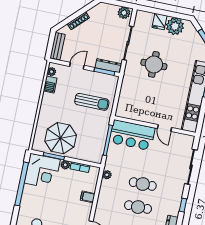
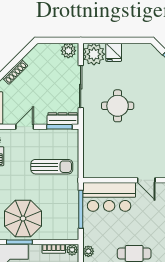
plant: (175, 26) -> (94, 54), moved
plant: (65, 165) -> (72, 250), moved

